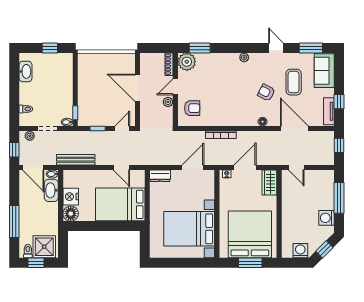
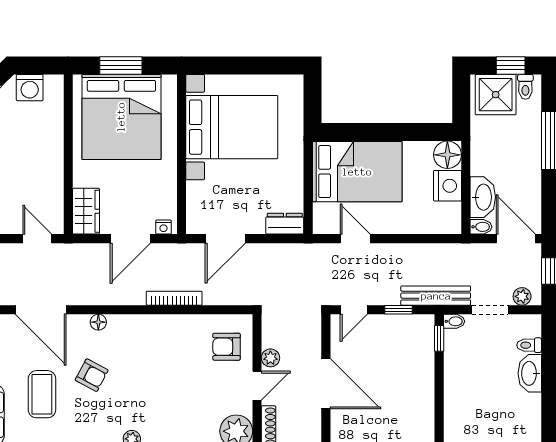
washbasin: (25, 71) -> (530, 373), moved
bench: (76, 160) -> (436, 296), moved

